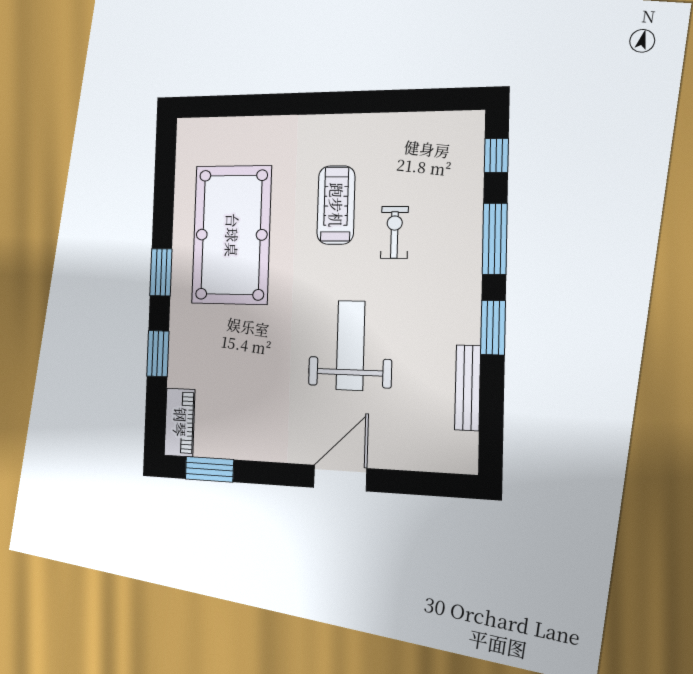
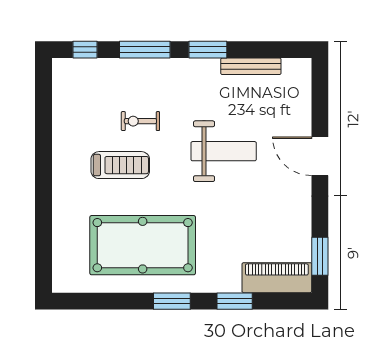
treadmill: (336, 205) -> (120, 165), turned 180
weight bench: (351, 345) -> (224, 151), turned 180
piano: (180, 422) -> (277, 278), width x1.37, depth x1.33

